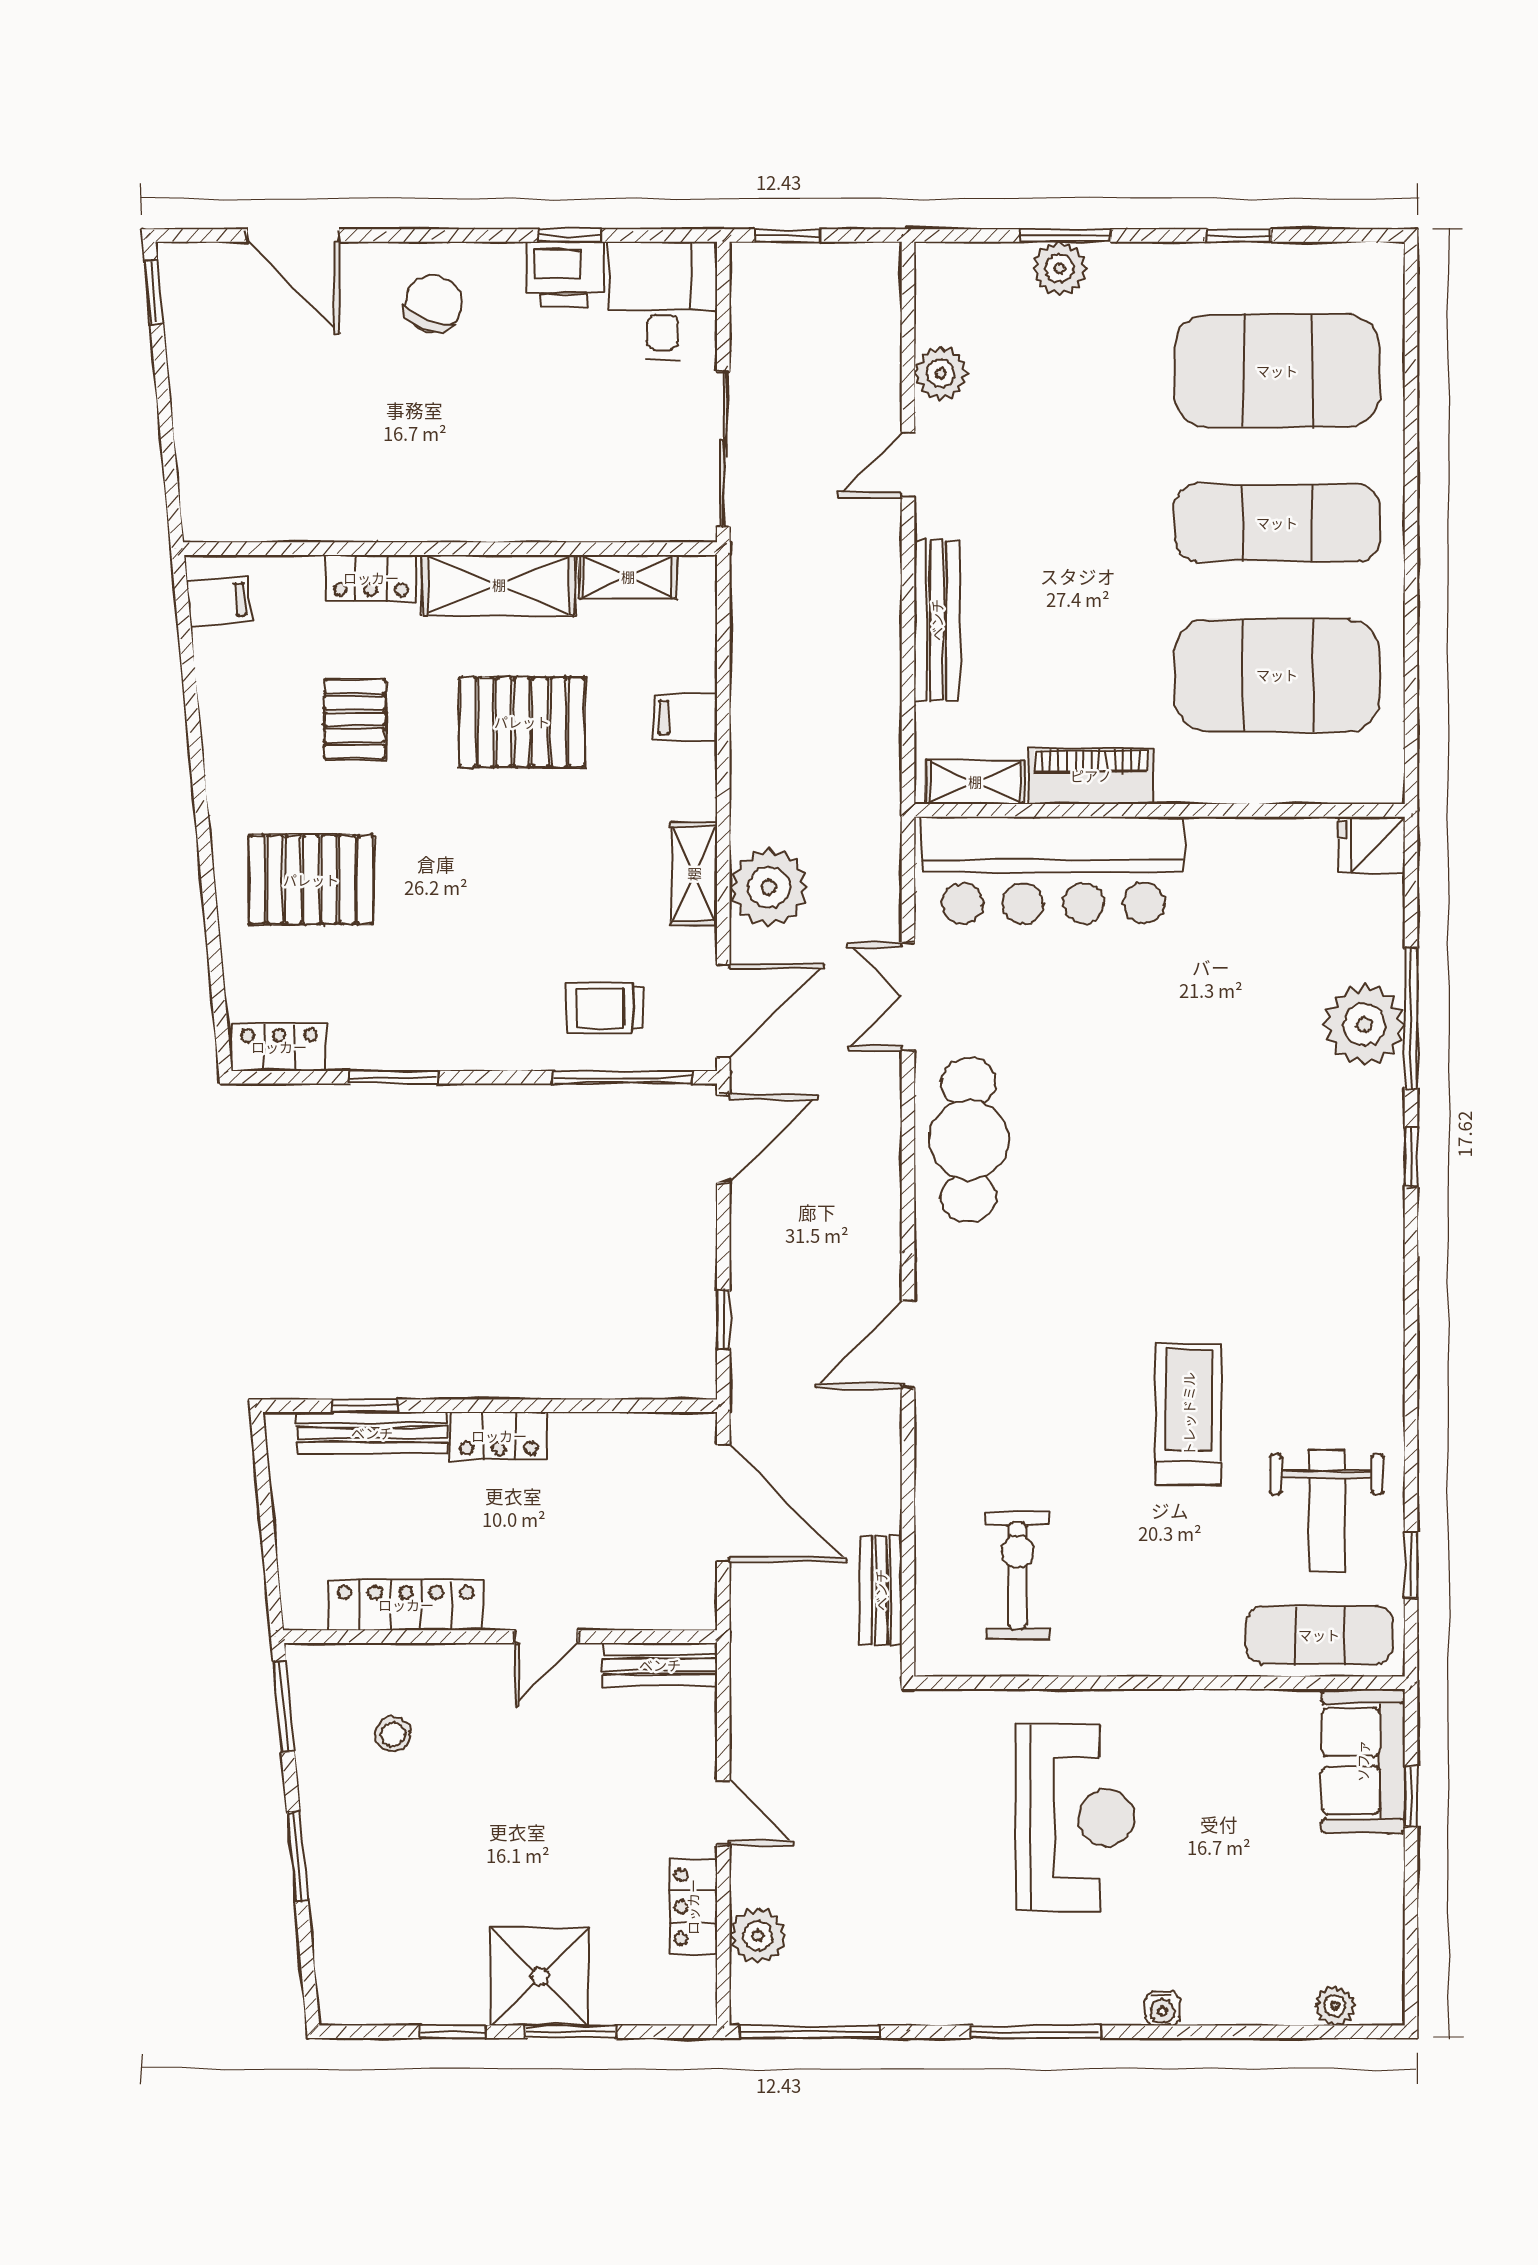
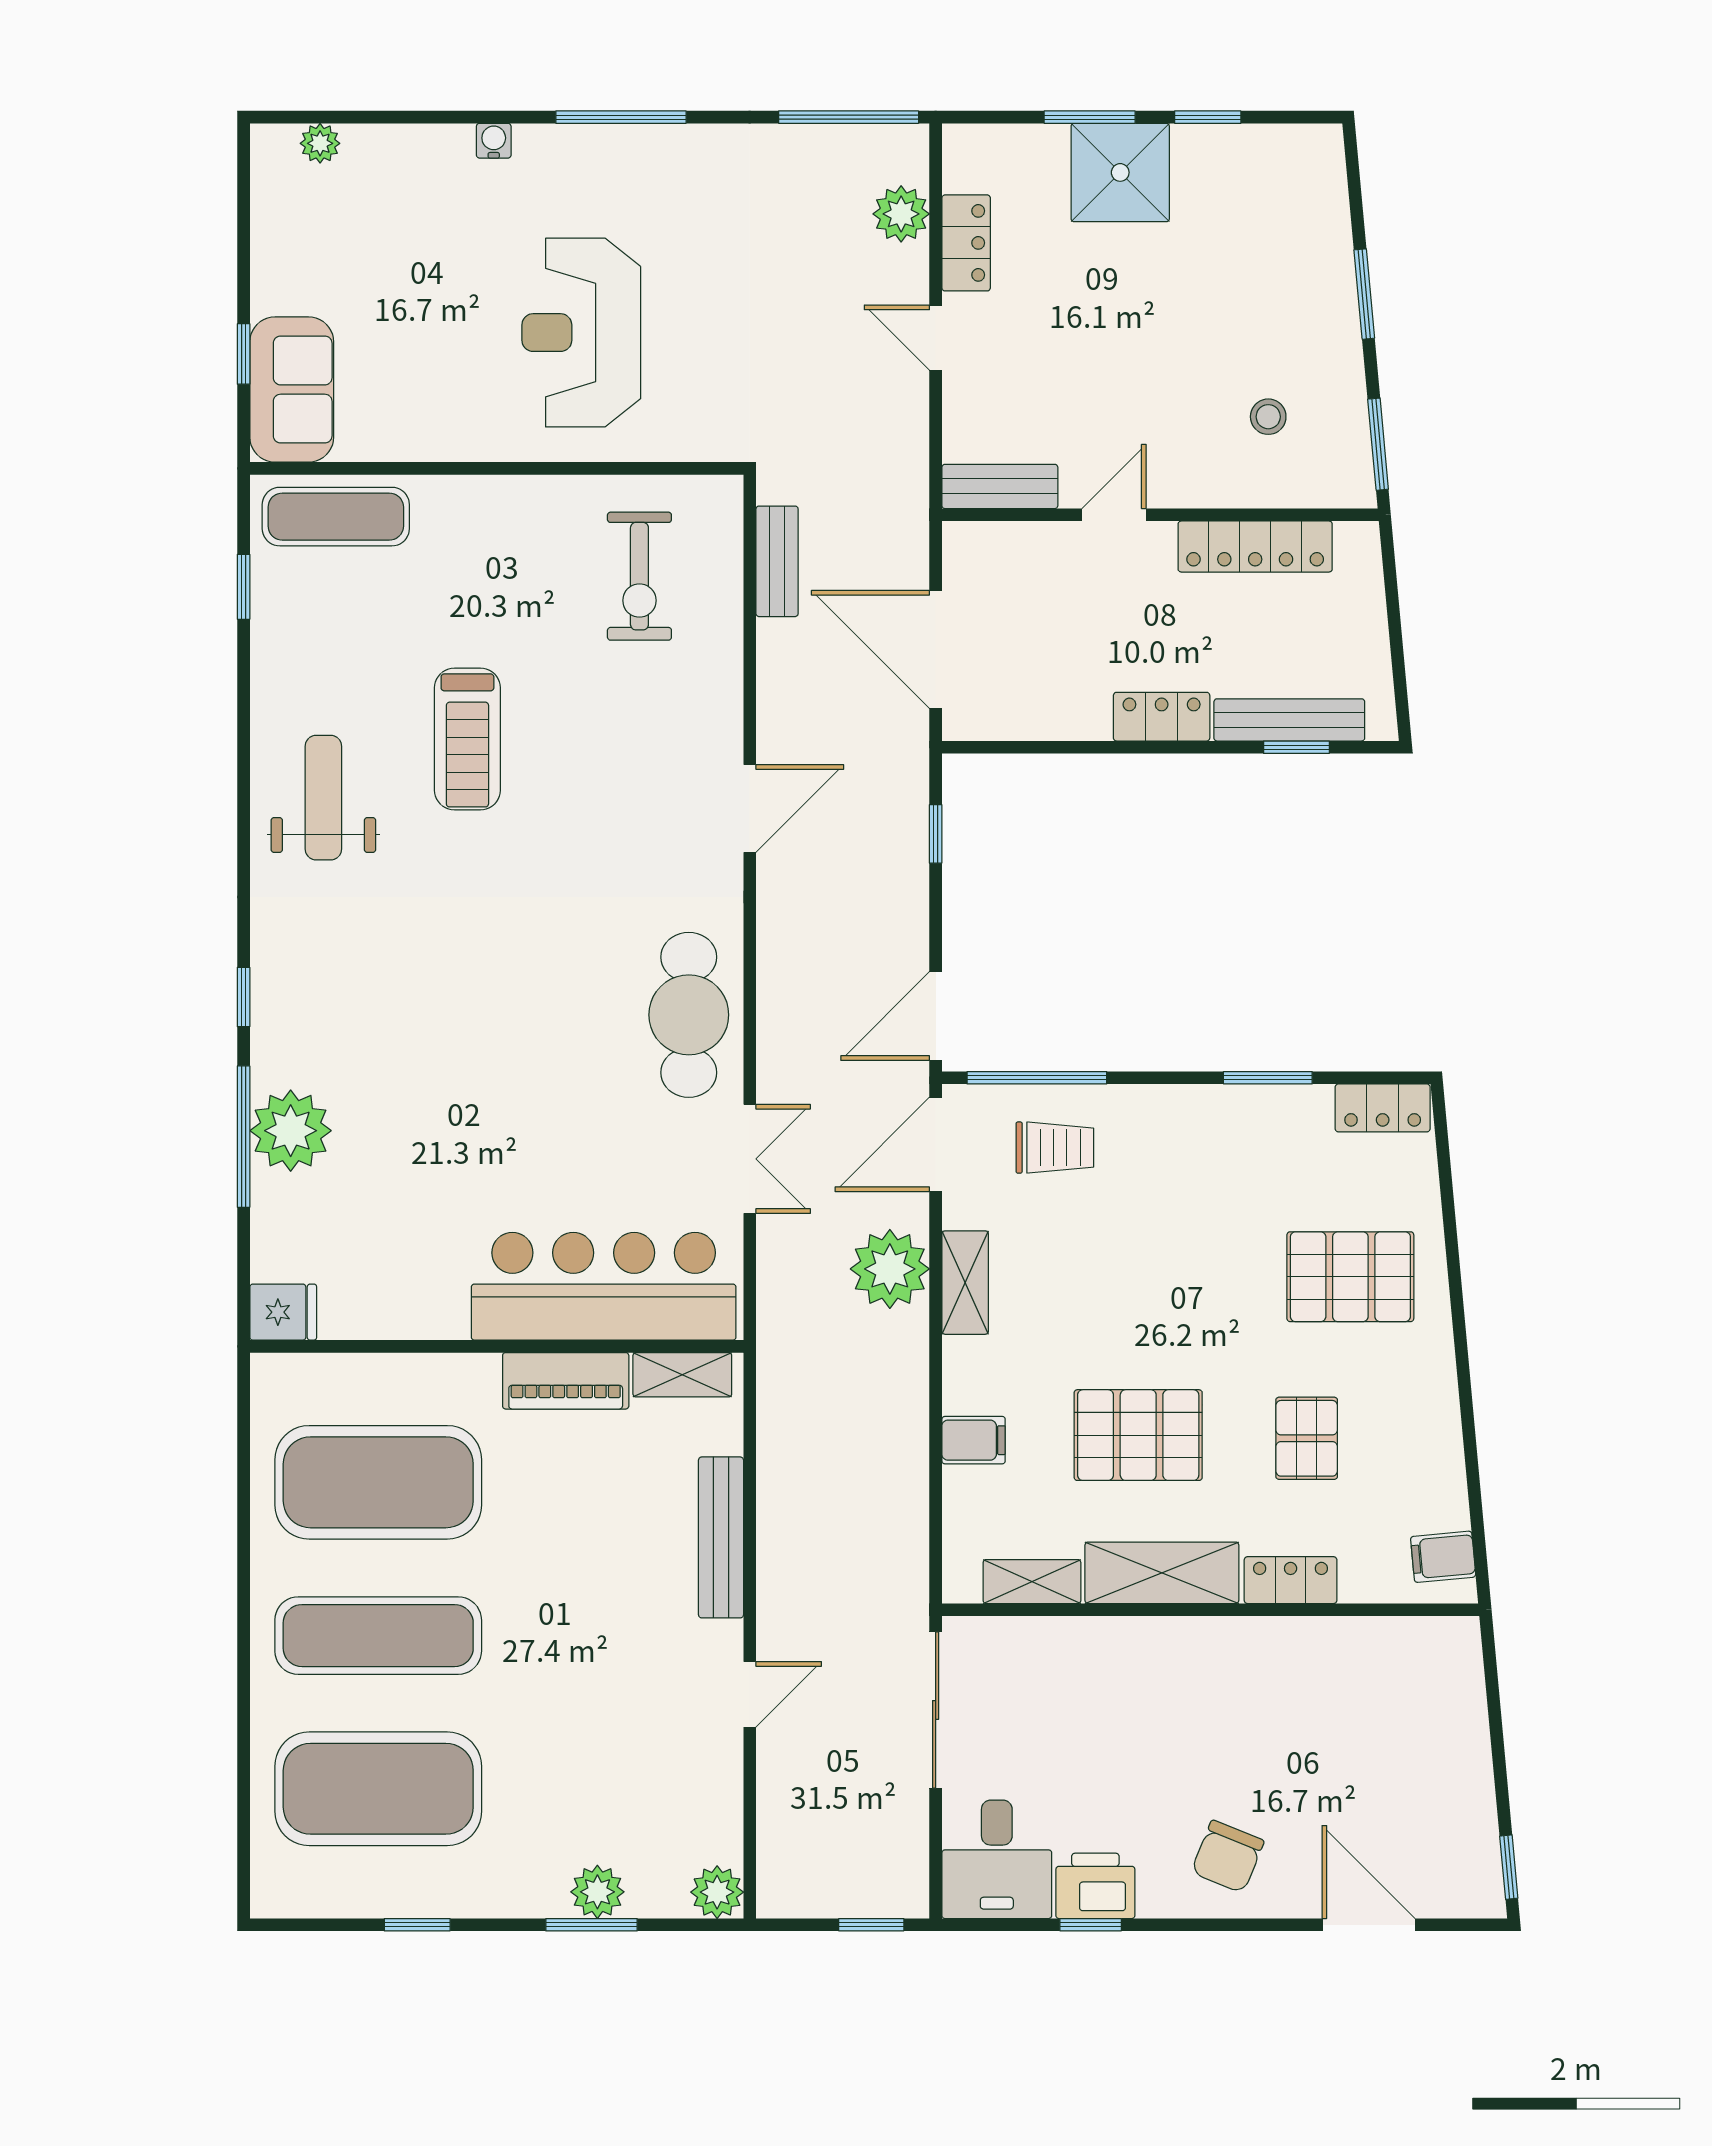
plant: (941, 373) -> (717, 1892), moved
weight bench: (1326, 1511) -> (323, 798), moved

